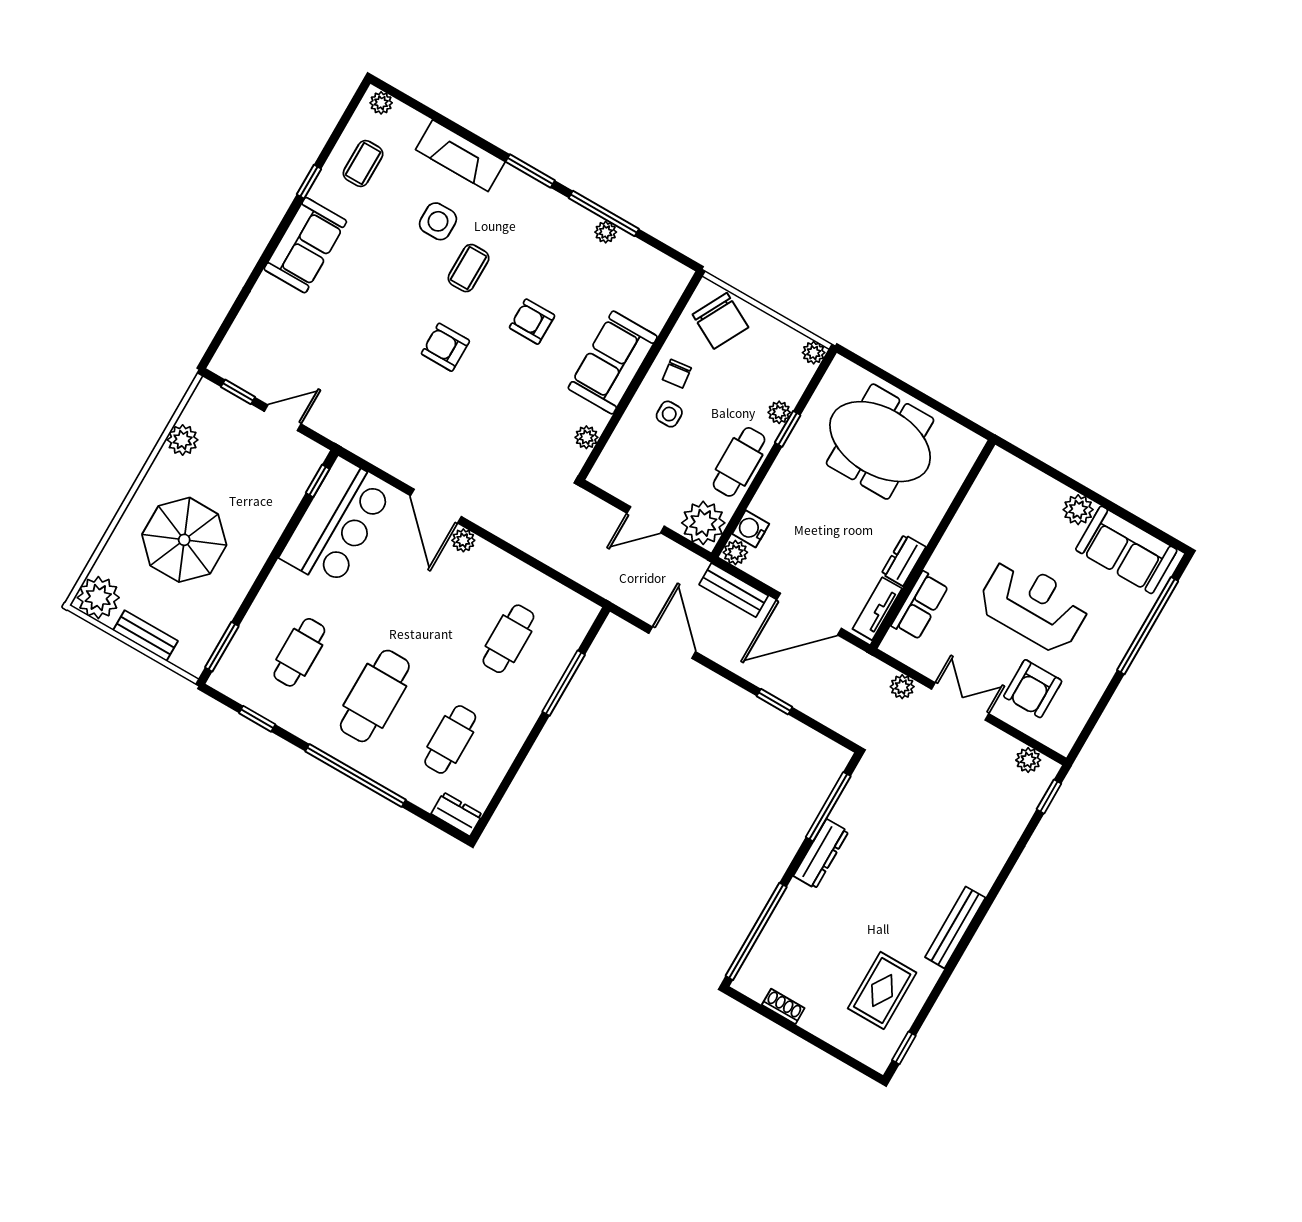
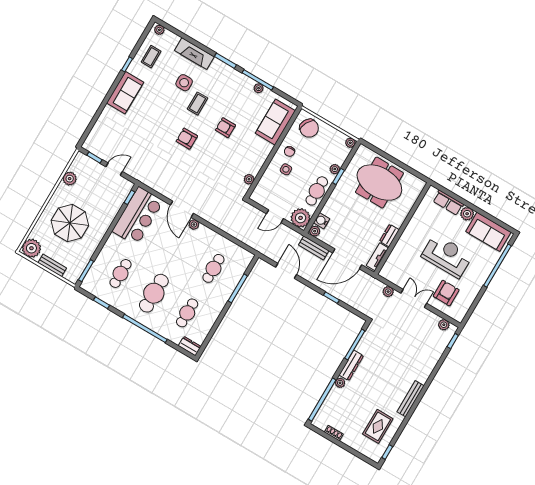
sofa: (613, 362) -> (275, 122), moved
row of seats: (920, 606) -> (448, 203), moved, turned 90
armchair: (1033, 689) -> (446, 293), turned 180
plant: (796, 893) -> (340, 383), added

